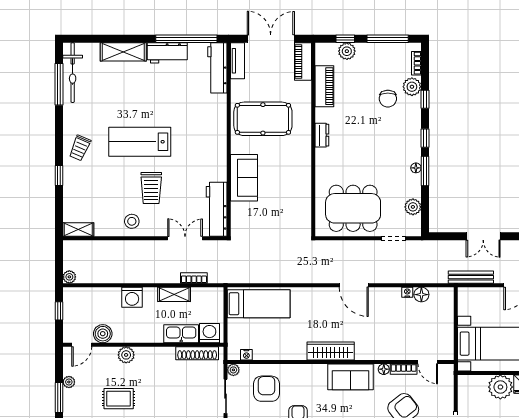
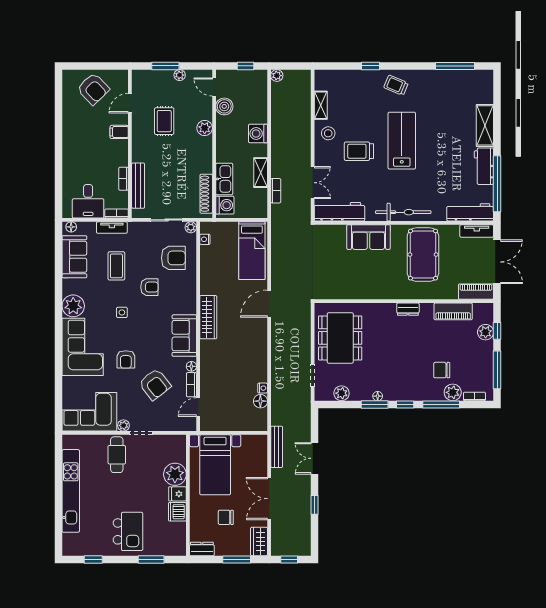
bicycle: (73, 73) -> (403, 212), moved, turned 180
window: (425, 99) -> (441, 404), width x2.17
shelving: (78, 229) -> (321, 105), moved
door: (354, 285) -> (269, 304), moved

